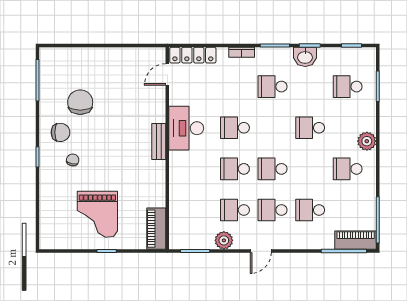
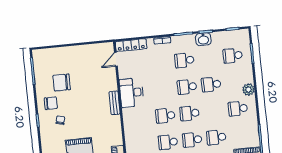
chair: (80, 102) -> (62, 83), turned -90
school desk: (235, 128) -> (187, 87), moved

